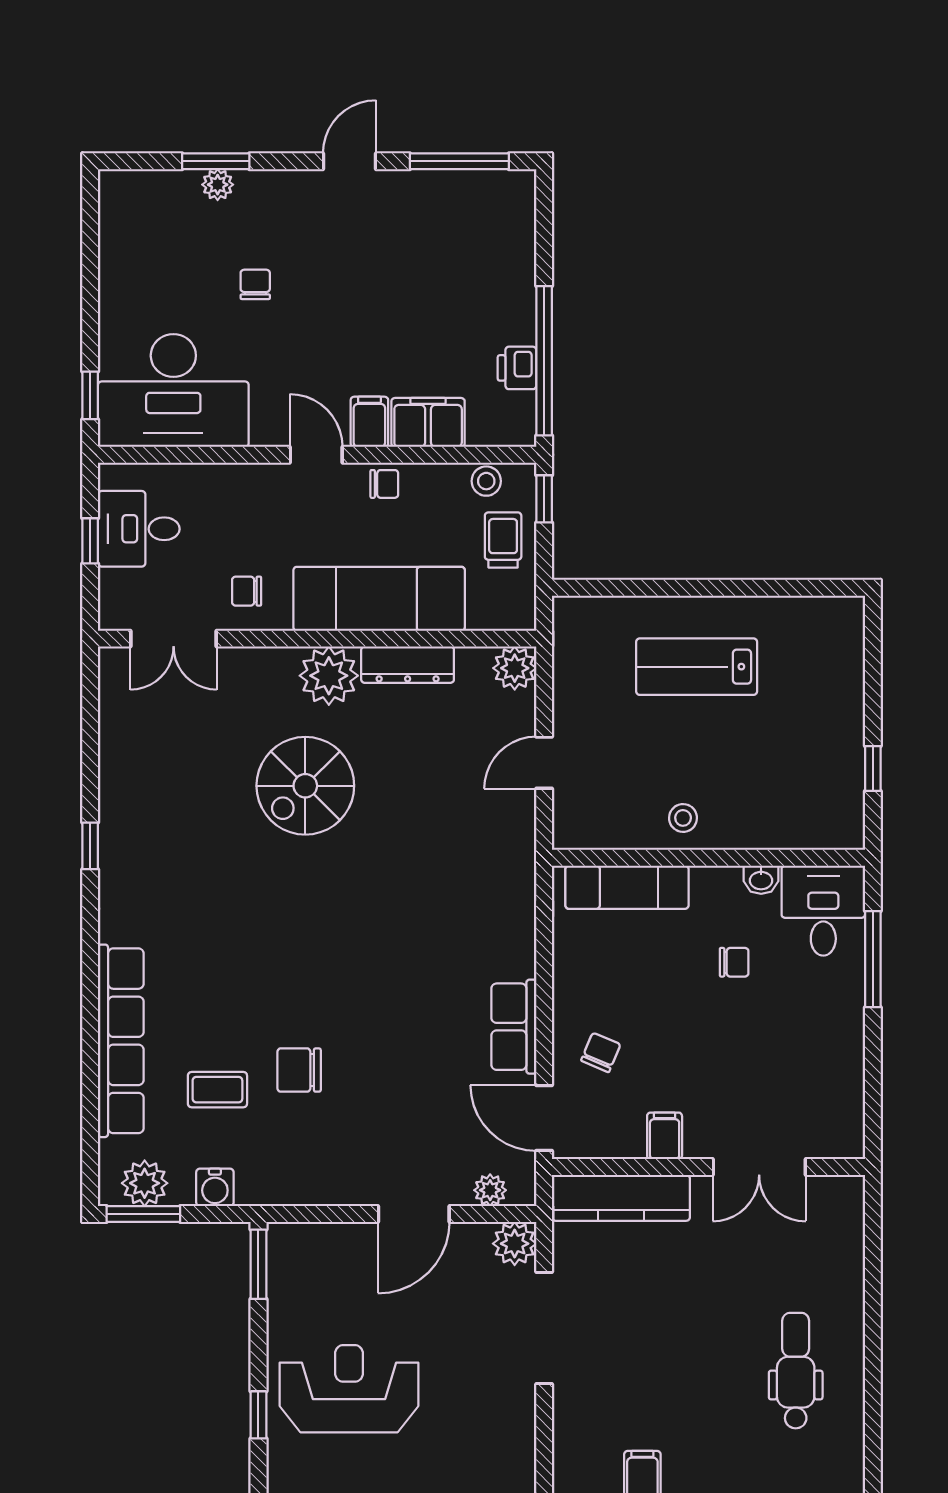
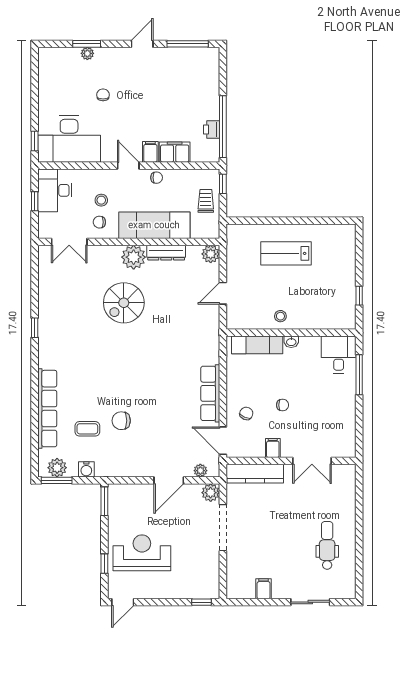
stool: (486, 481) -> (101, 200), moved
desk: (139, 529) -> (55, 190), width x1.37
washbasin: (761, 880) -> (291, 342), moved
chair: (734, 962) -> (283, 405), moved
row of seats: (514, 1027) -> (210, 393), width x1.48

